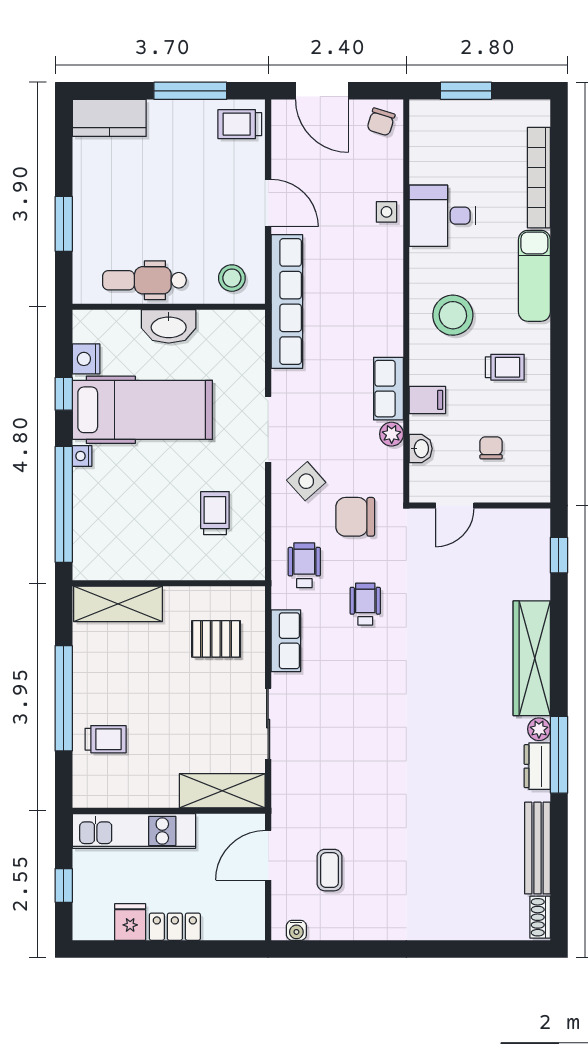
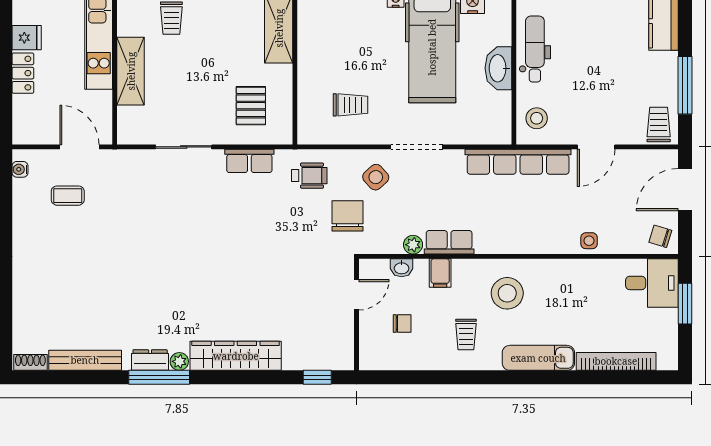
desk: (442, 216) -> (652, 283), moved, turned 90
door: (455, 506) -> (356, 295), swing flipped
wheelchair: (365, 604) -> (278, 224), removed
shelving: (222, 791) -> (131, 71), moved

